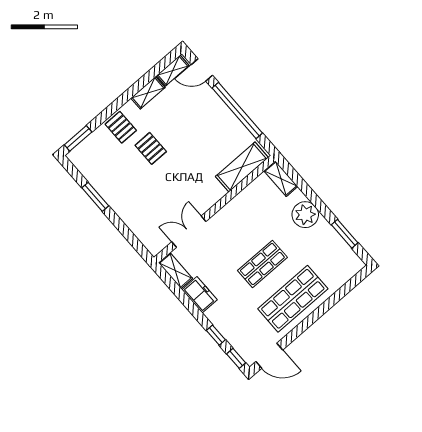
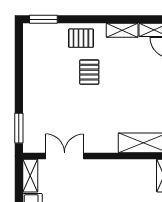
pallet: (121, 127) -> (81, 38), turned 90
window: (95, 197) -> (19, 128), moved

